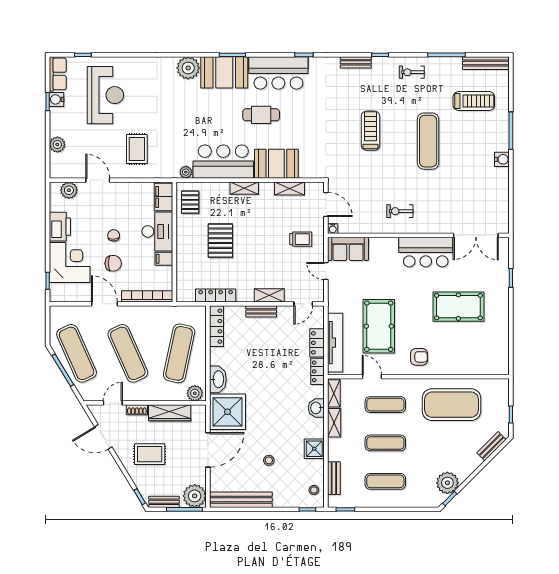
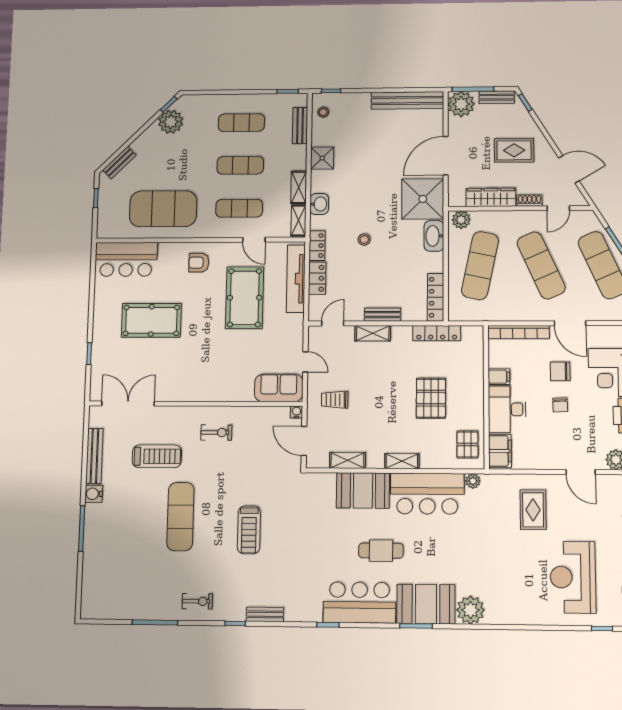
bench: (486, 63) -> (94, 456), moved, turned 90
treadmill: (474, 101) -> (157, 456), moved, turned 180
bar counter: (426, 252) -> (126, 259), moved, turned 180
stool: (269, 460) -> (364, 240), moved

